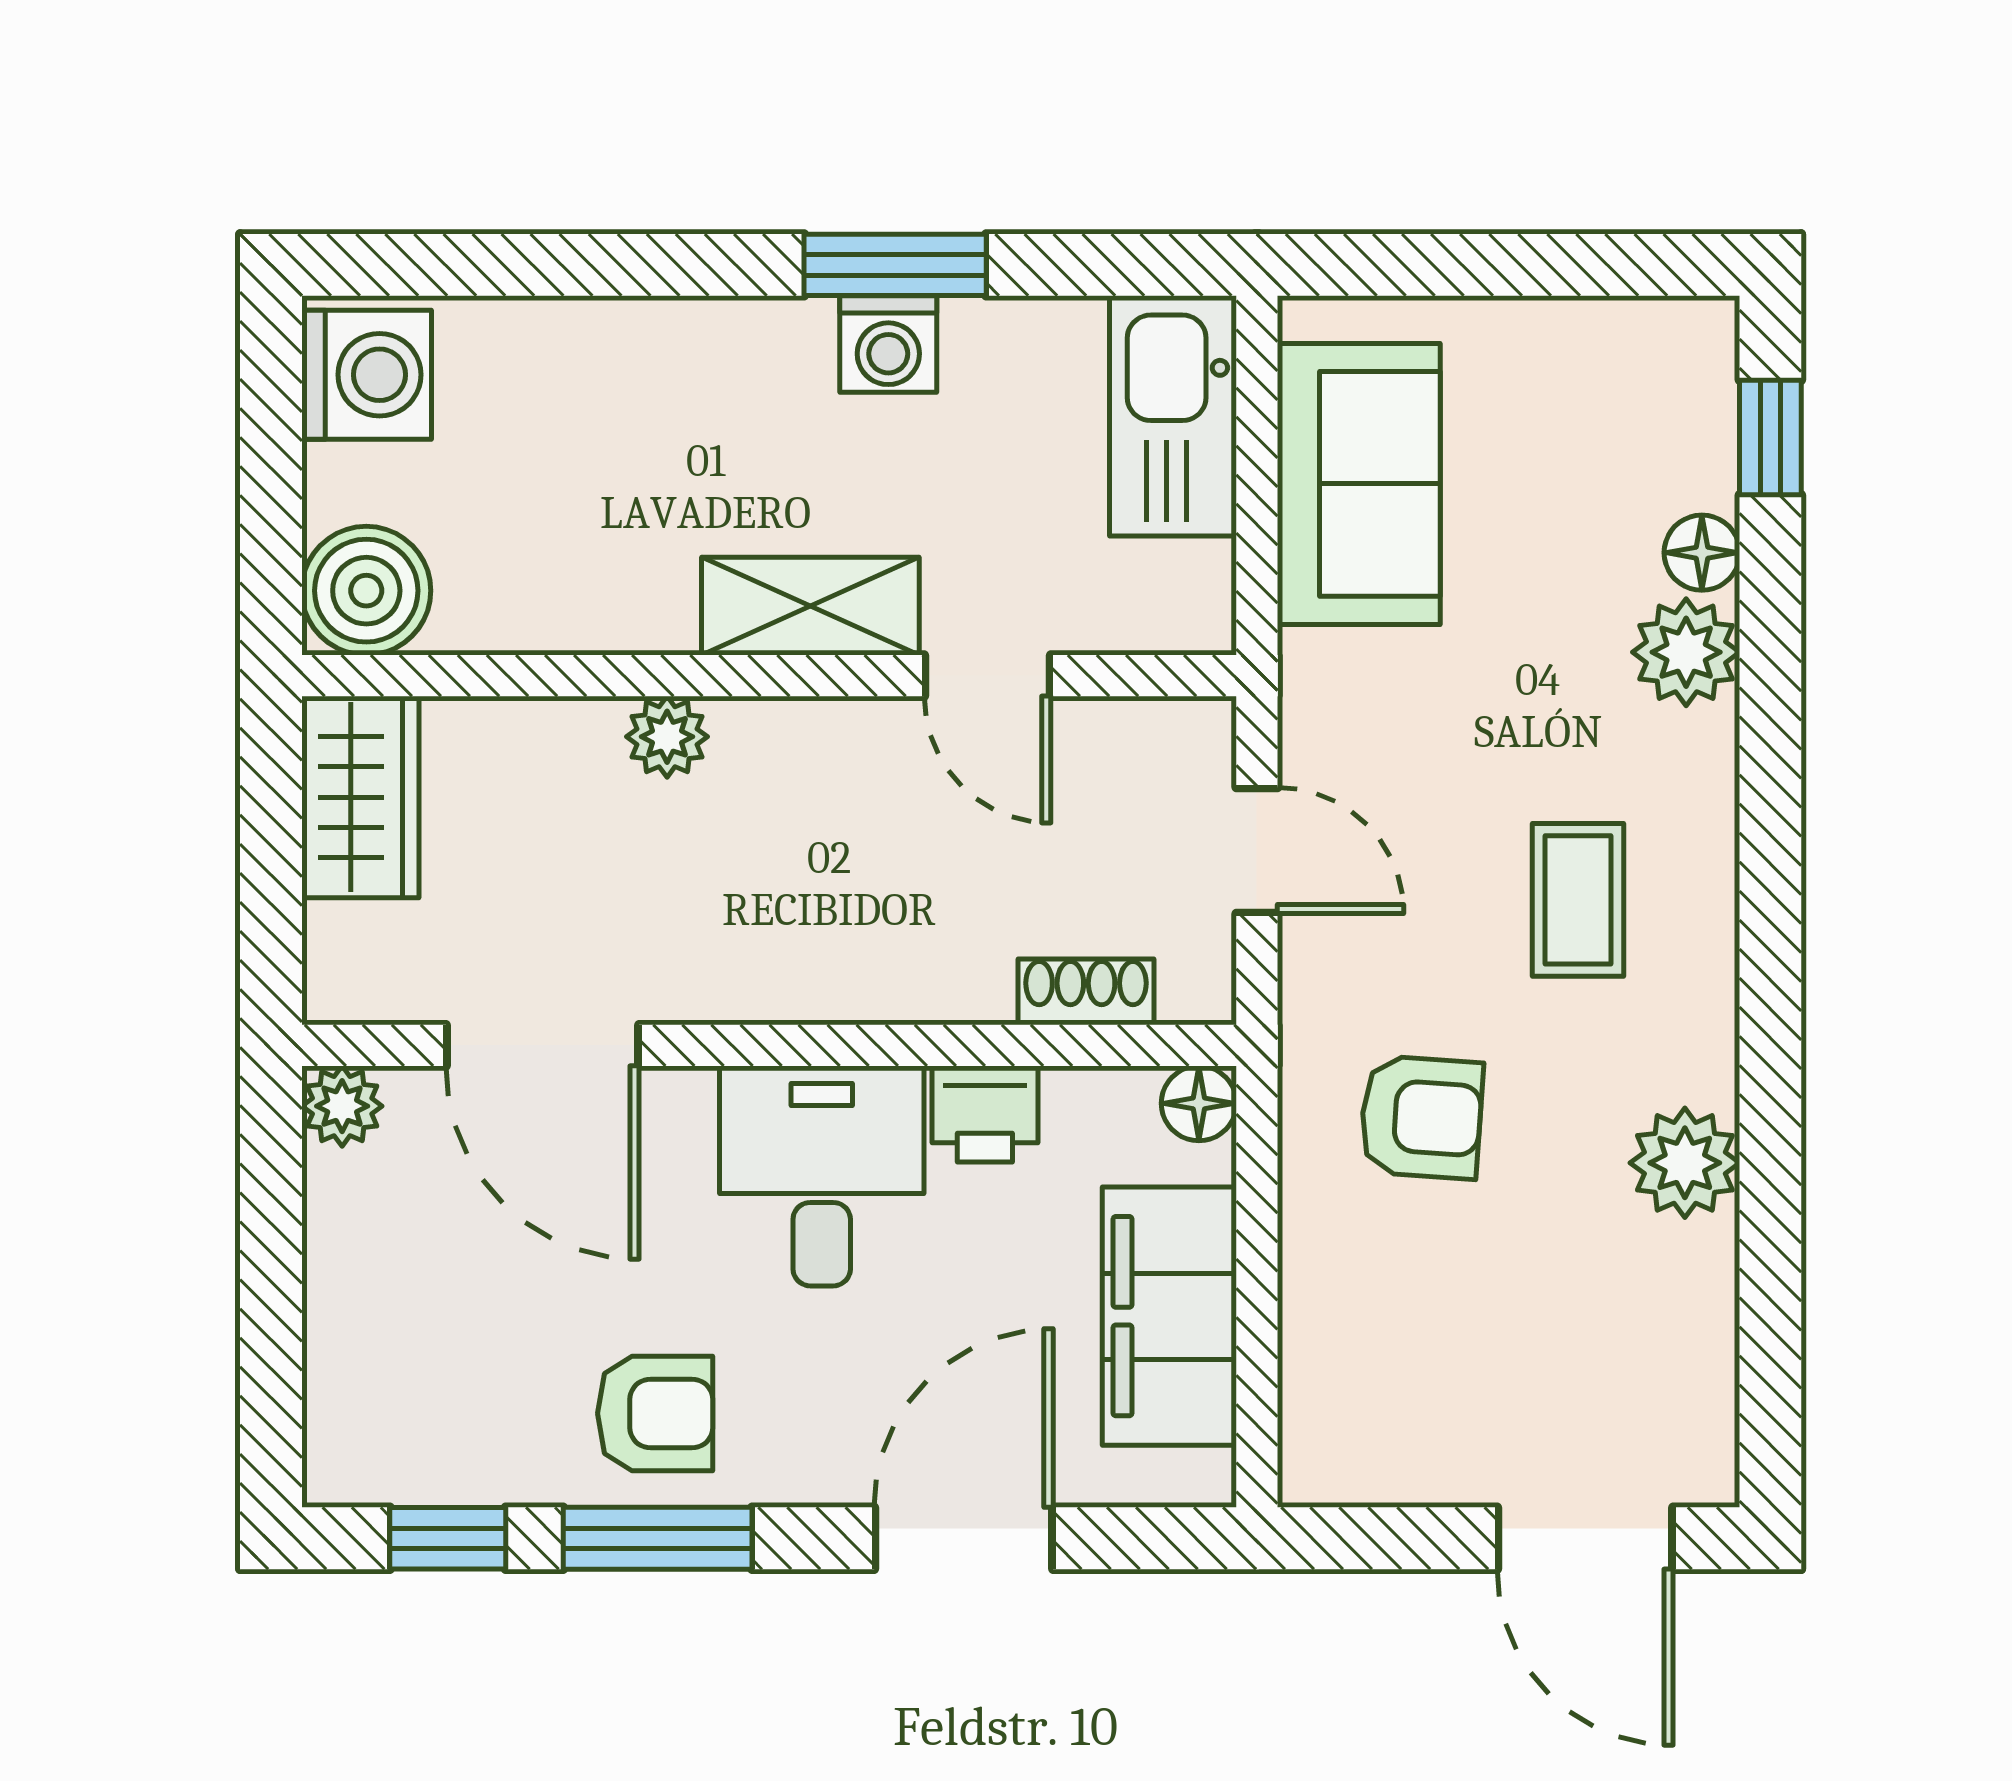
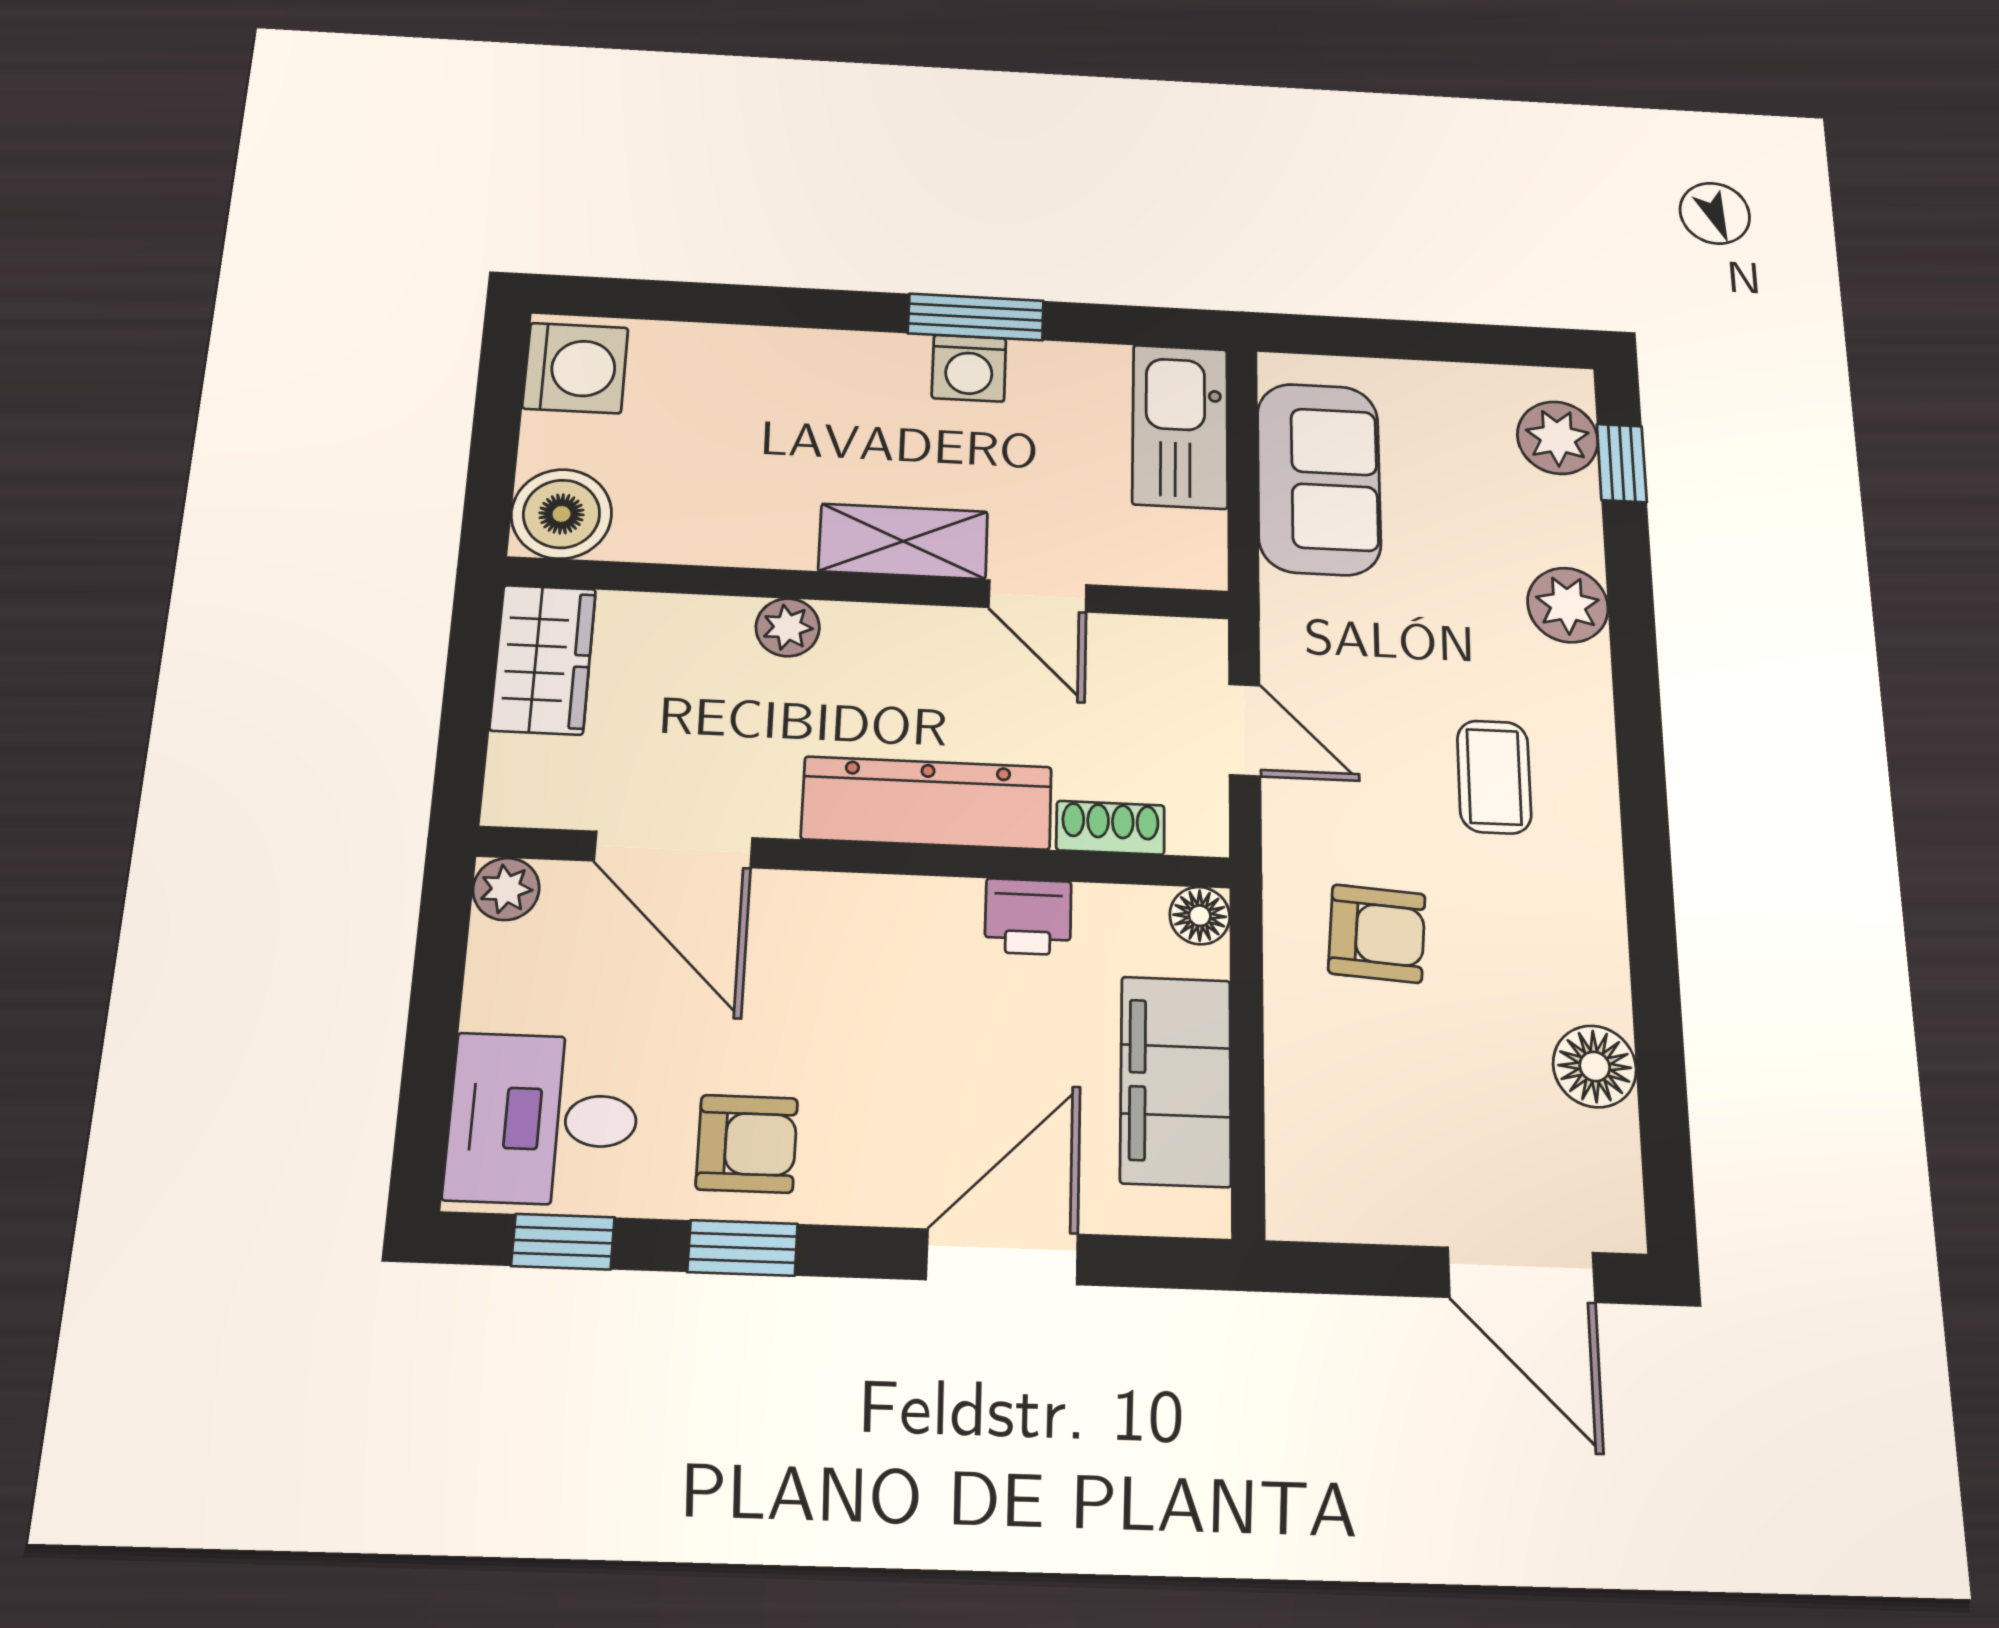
floor lamp: (1702, 553) -> (1595, 1066), moved, width x1.37, depth x1.37
dresser: (854, 969) -> (927, 803), added
plant: (1685, 1163) -> (1558, 438), moved
desk: (822, 1176) -> (543, 1119), moved, turned -90
window: (658, 1538) -> (743, 1248), width x0.67

